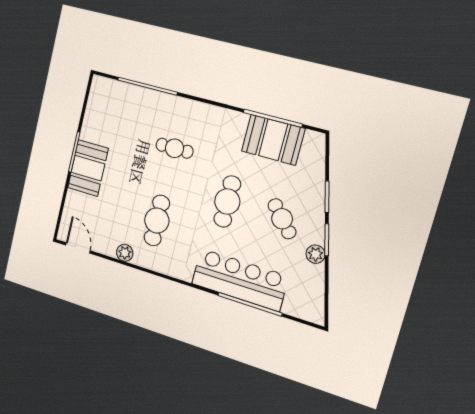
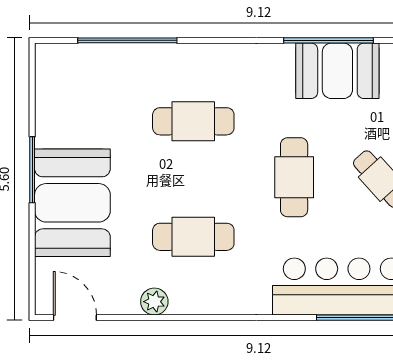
cafe table: (174, 148) -> (193, 121), width x1.37, depth x1.35
booth: (88, 168) -> (72, 203), width x1.36, depth x1.42
cafe table: (157, 221) -> (193, 237), turned 90

